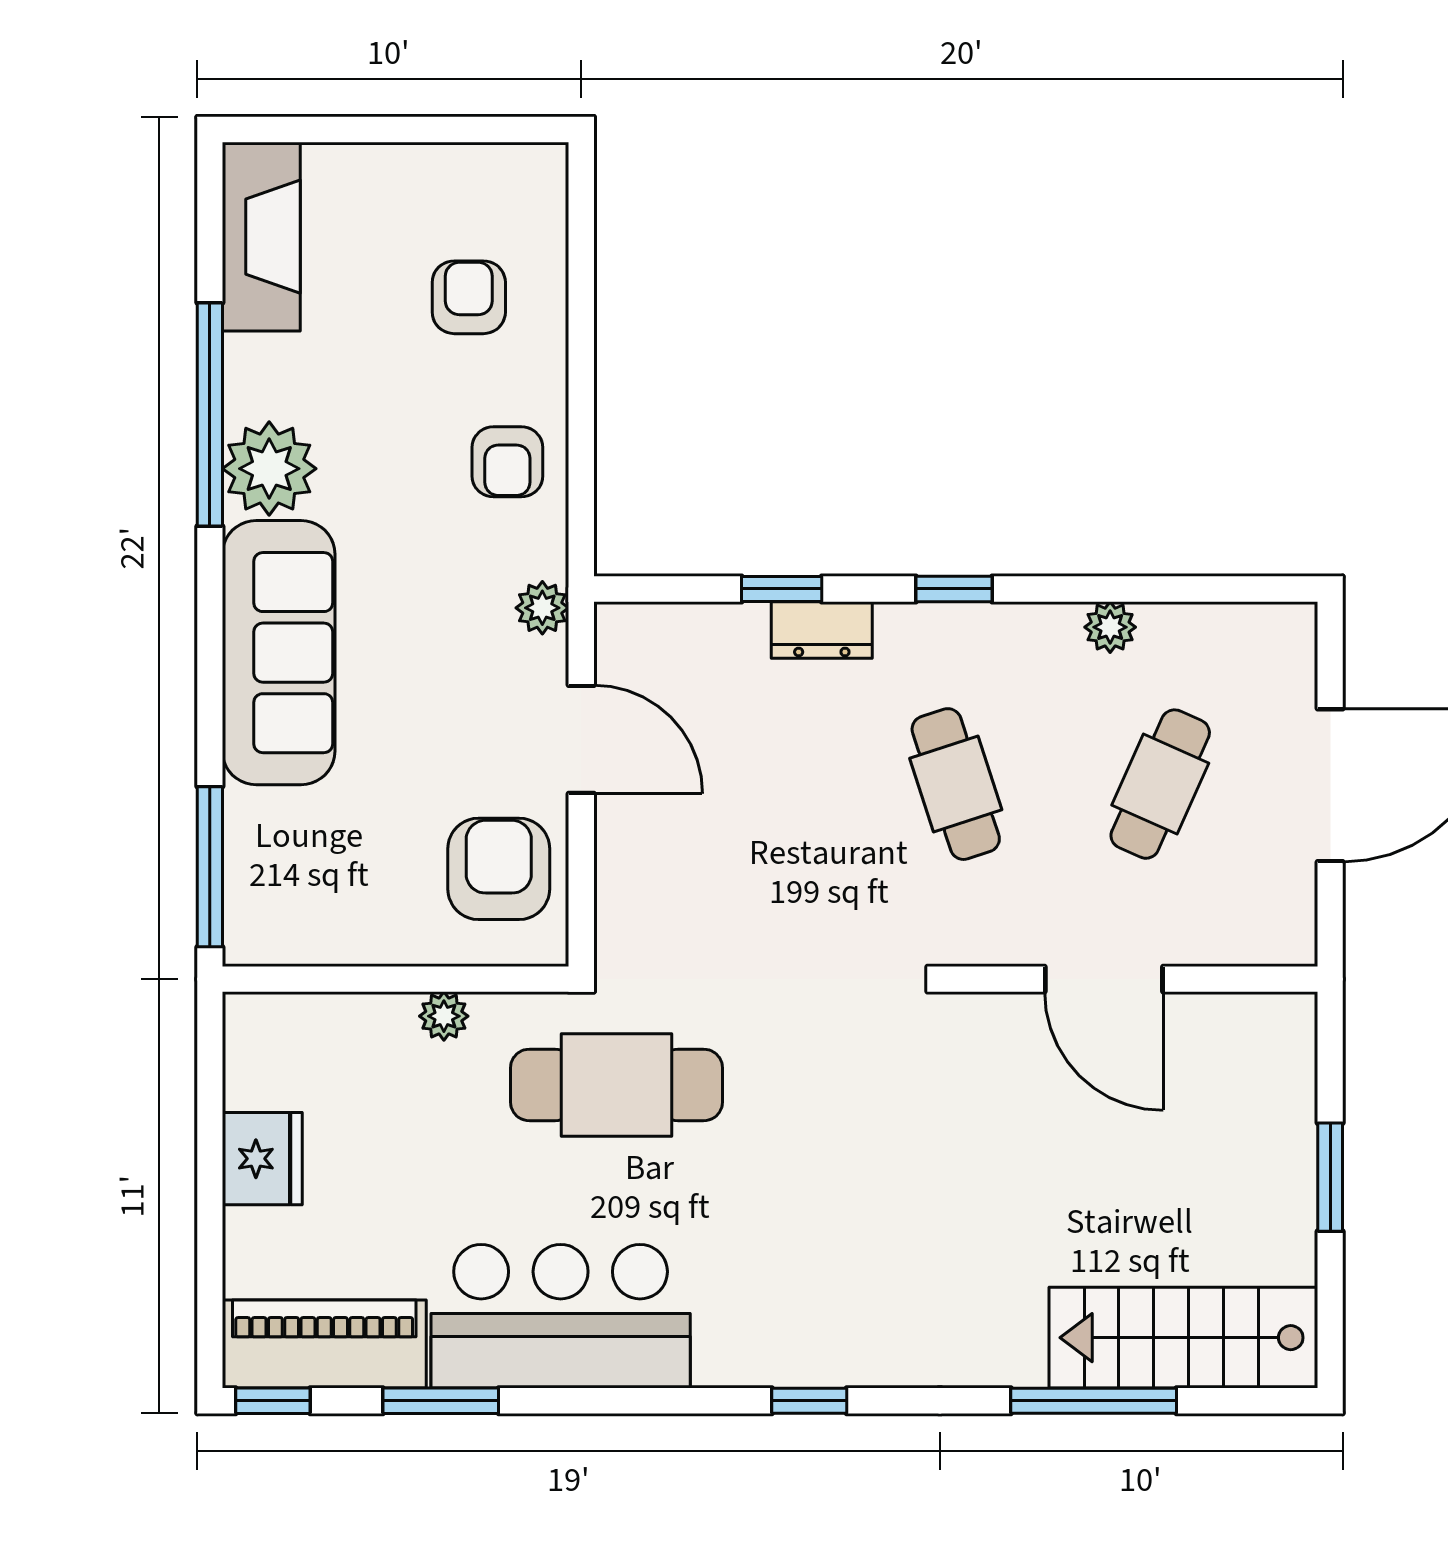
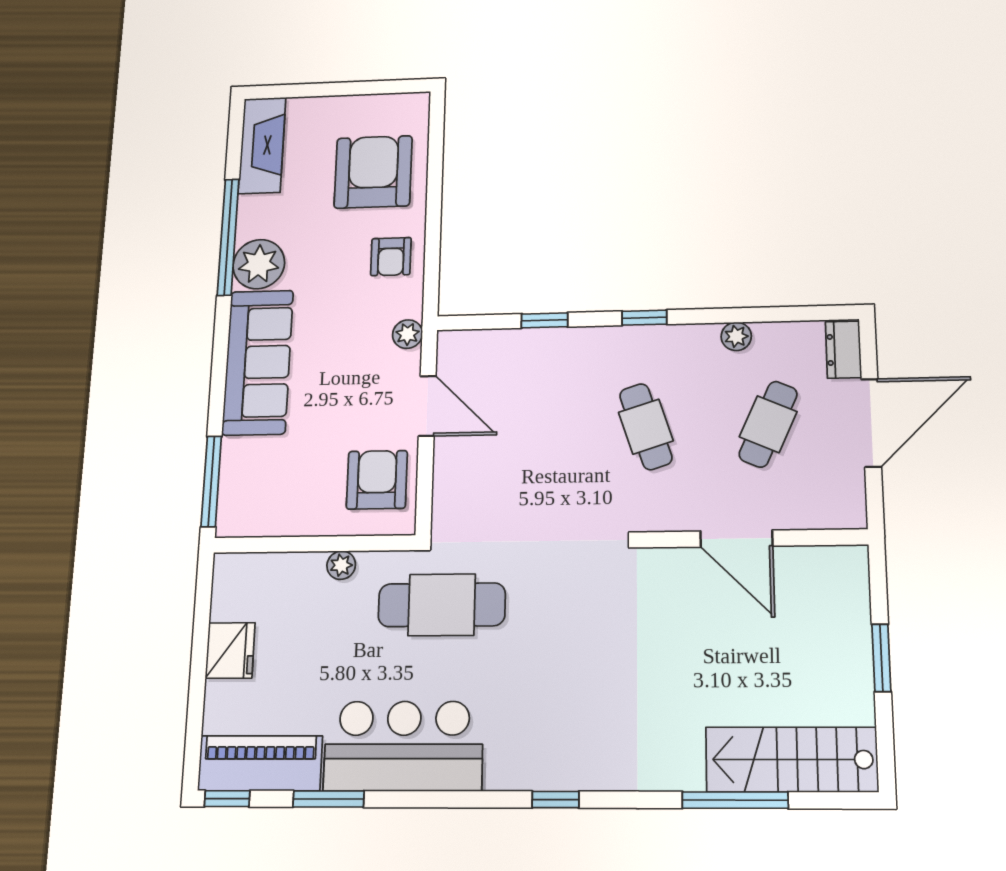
armchair: (469, 297) -> (373, 172), width x1.88, depth x1.88
dresser: (822, 630) -> (843, 350), moved, turned 90

